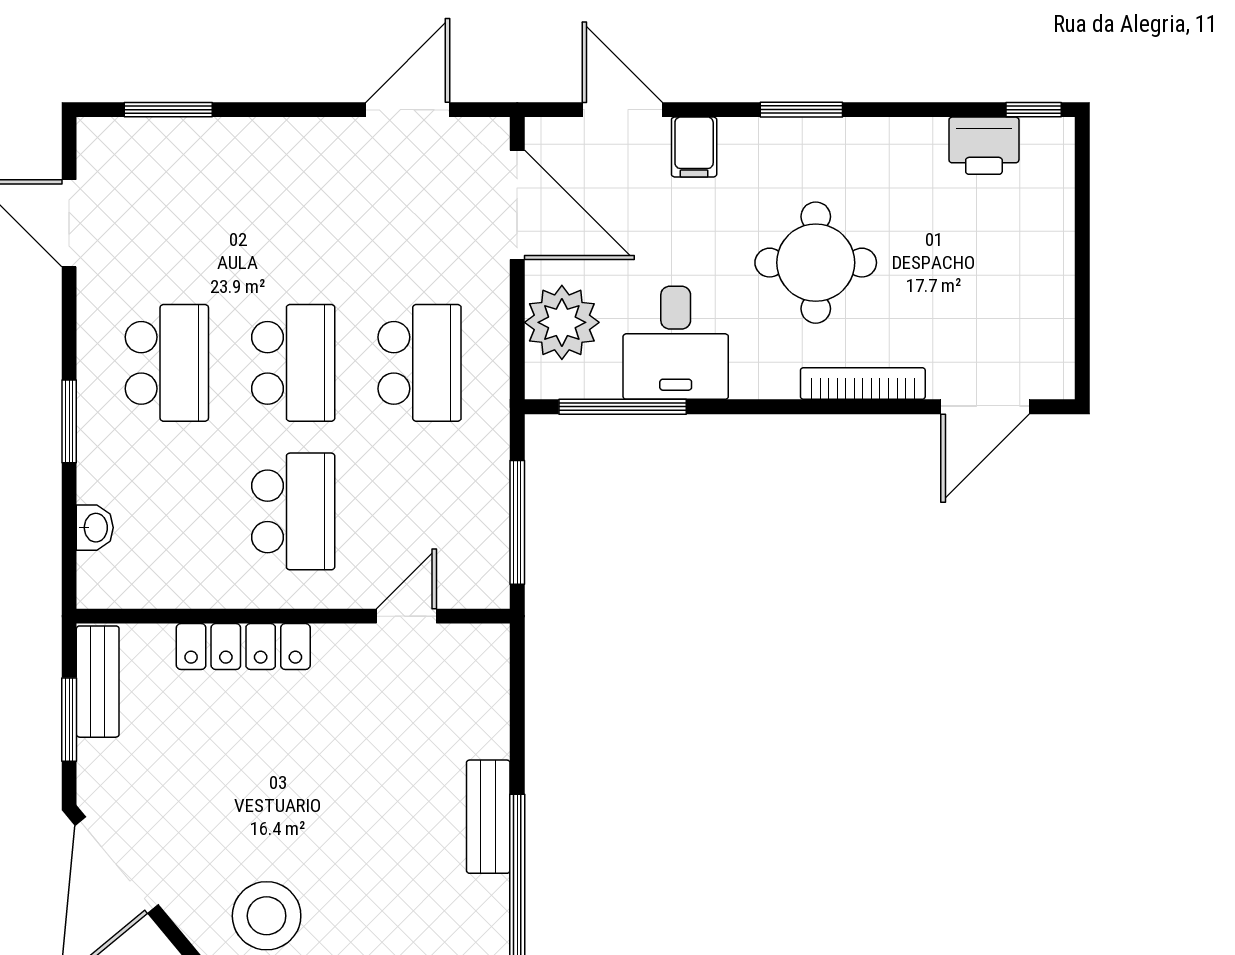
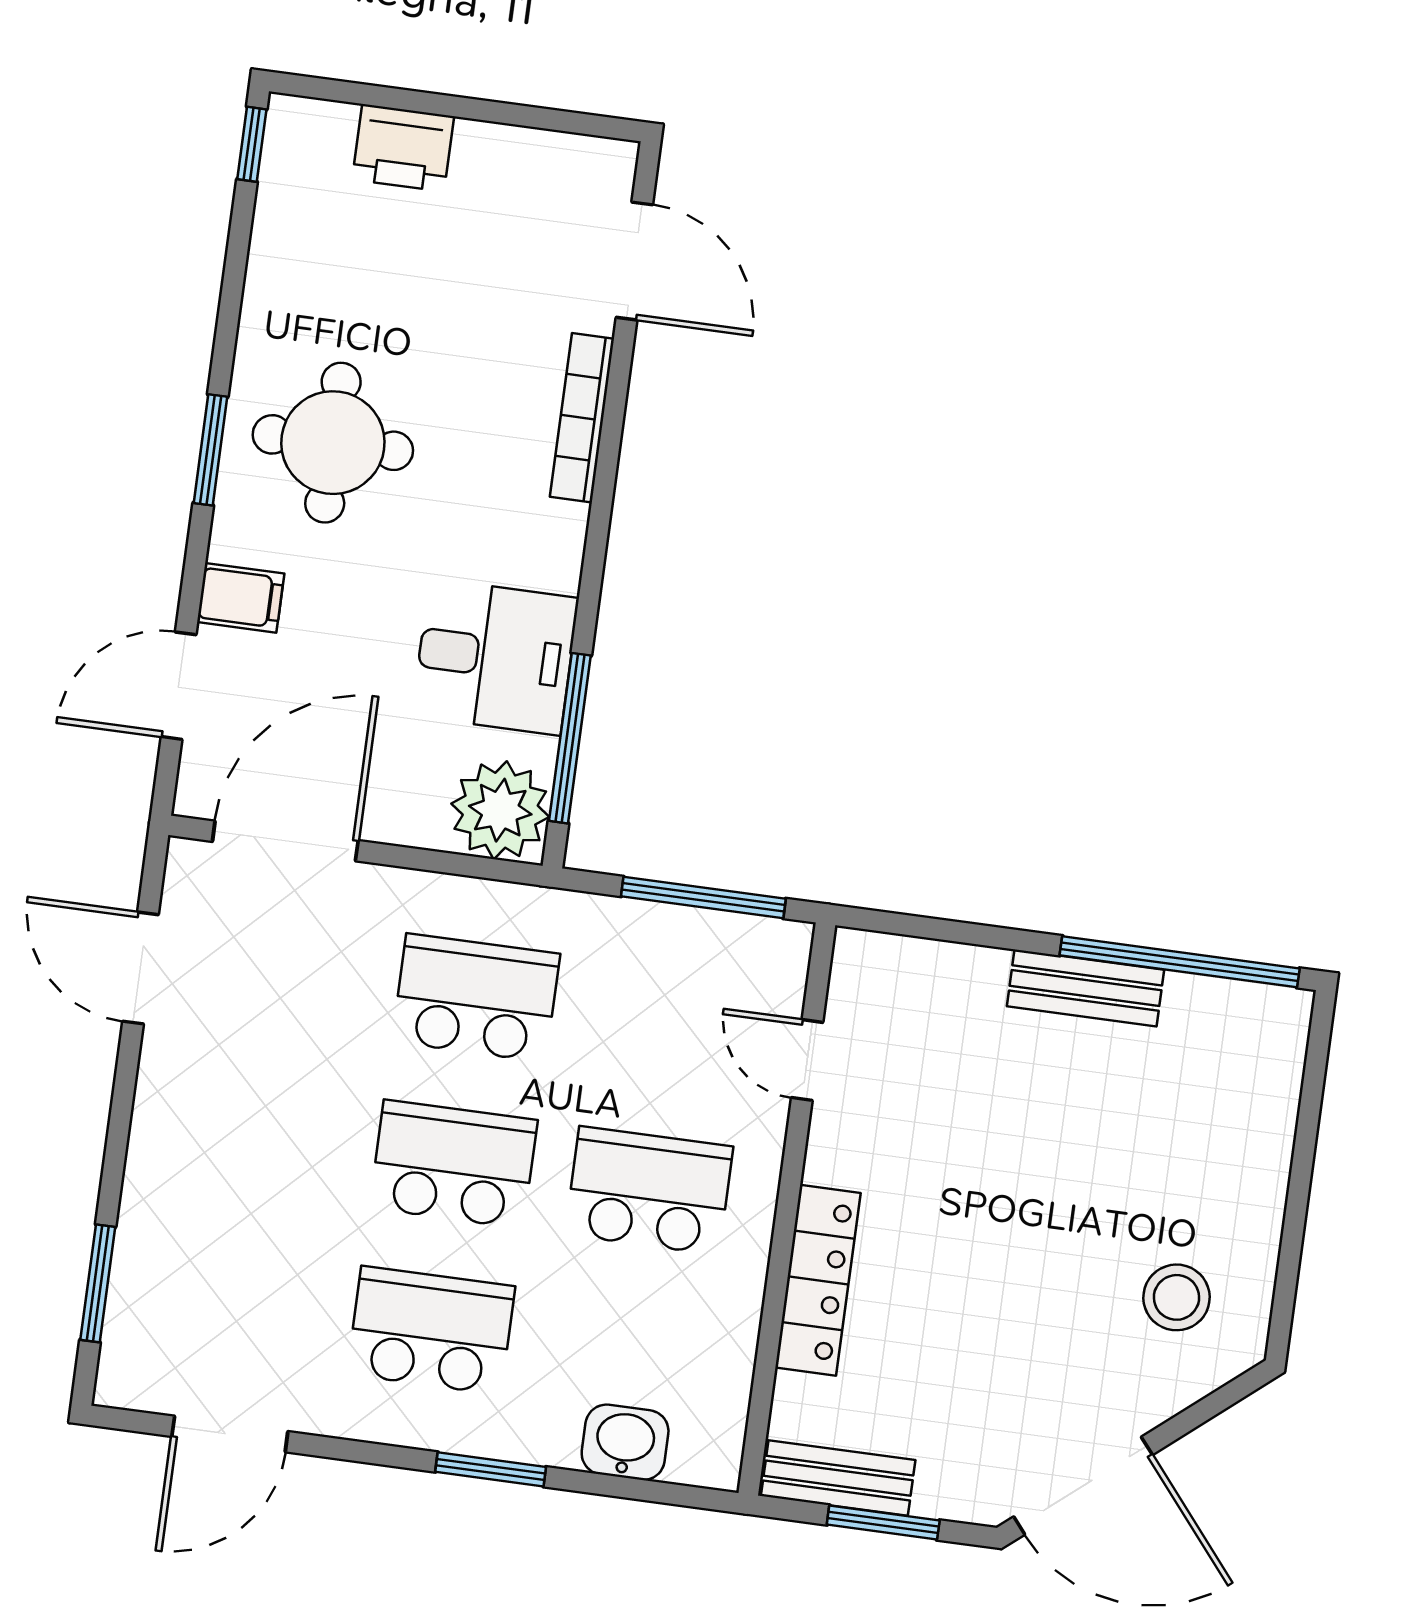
printer: (984, 146) -> (403, 148), moved, turned 90
round table: (816, 263) -> (333, 443), moved
plant: (562, 322) -> (500, 810), moved
washbasin: (95, 528) -> (625, 1442), width x1.38, depth x1.45
stool: (267, 916) -> (1176, 1297), width x0.73, depth x0.73

